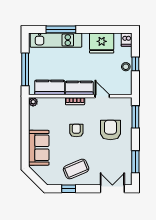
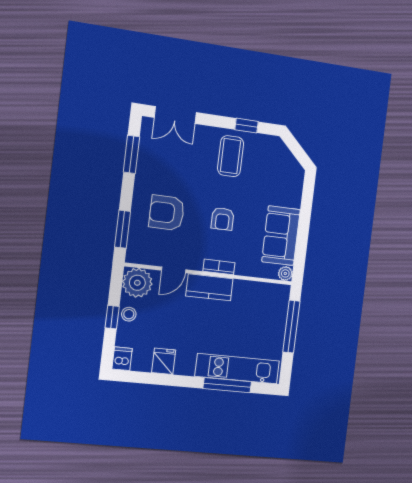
fridge: (102, 43) -> (164, 361), width x0.53, depth x0.75
plant: (123, 86) -> (137, 283), added
kitchen counter: (50, 88) -> (257, 293), removed
door: (102, 96) -> (174, 270), hinge flipped
armchair: (110, 130) -> (167, 213), turned 90
sofa: (39, 148) -> (281, 236), moved
coffee table: (76, 169) -> (231, 156), turned -67

